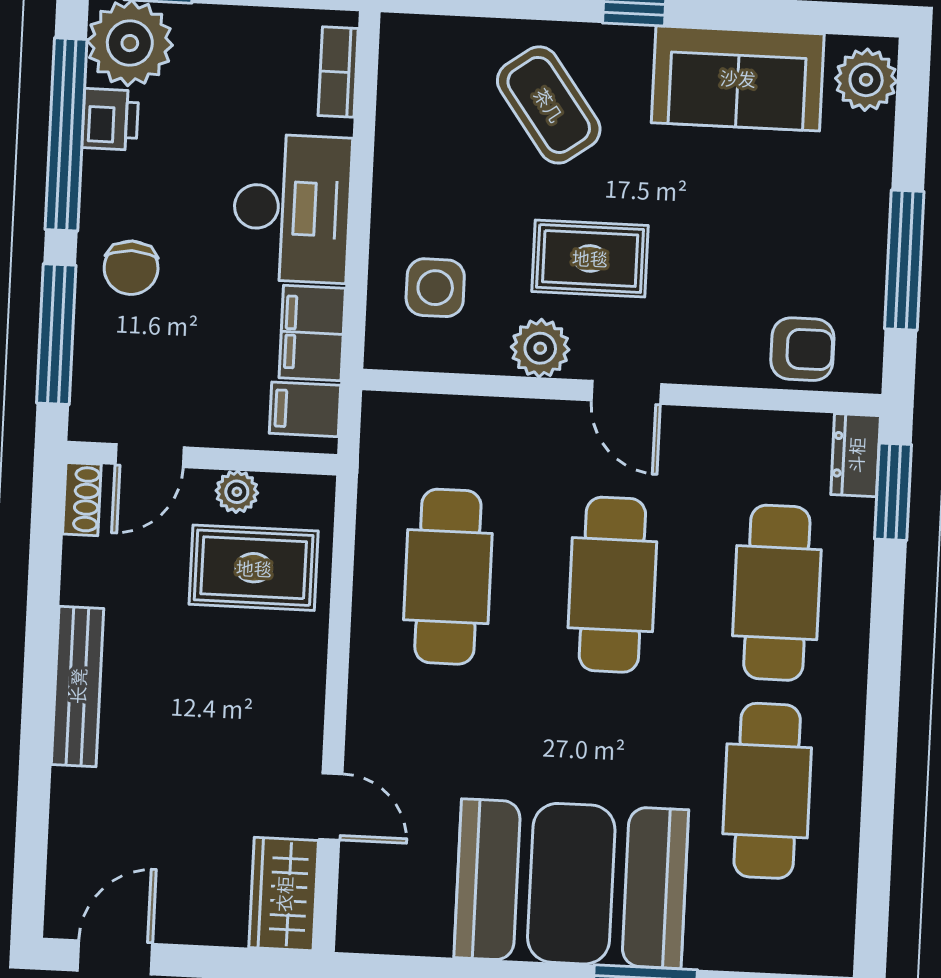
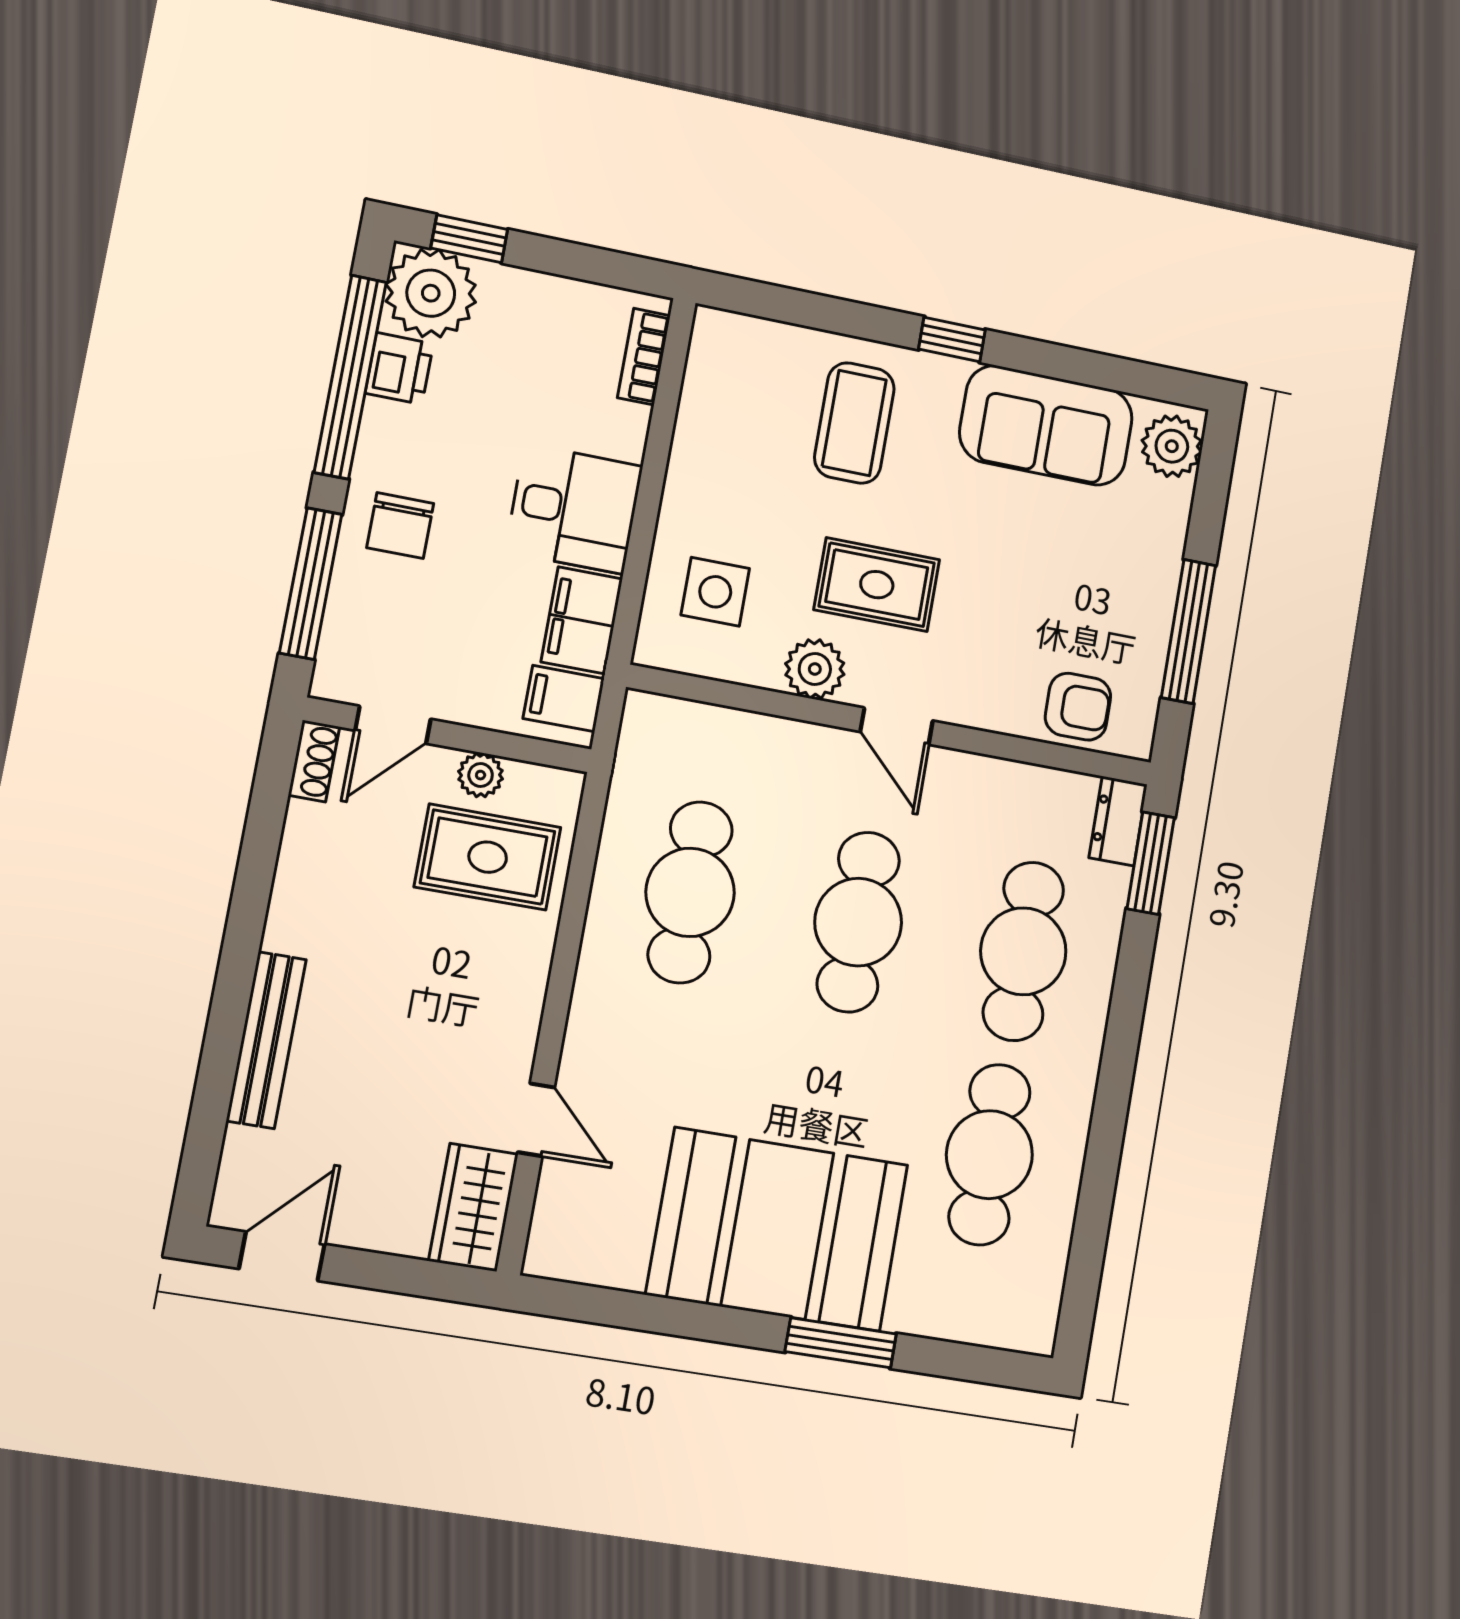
coffee table: (549, 105) -> (854, 423), turned 36
desk: (292, 208) -> (574, 509), width x0.73
bench: (78, 686) -> (266, 1040), moved

